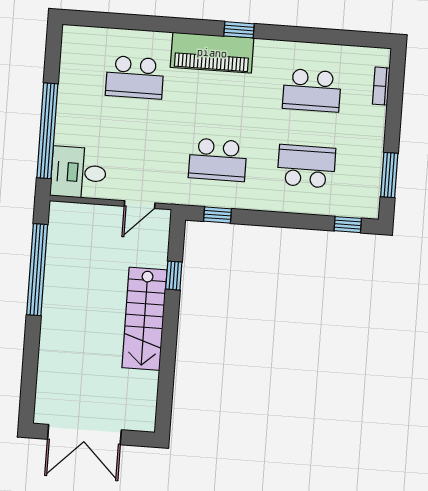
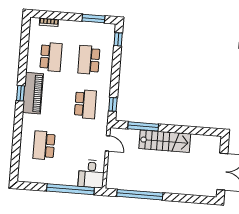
piano: (212, 53) -> (33, 93), moved
school desk: (135, 77) -> (44, 145), turned 180
window: (174, 276) -> (143, 126), width x2.17

